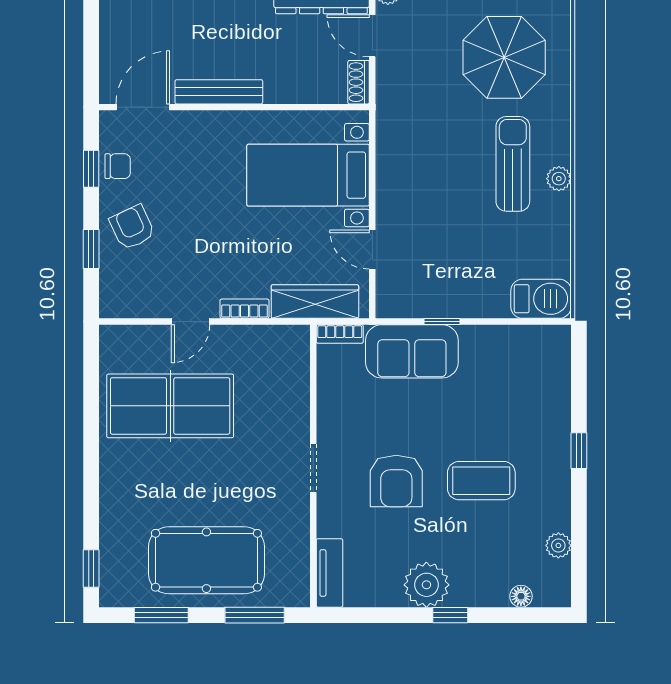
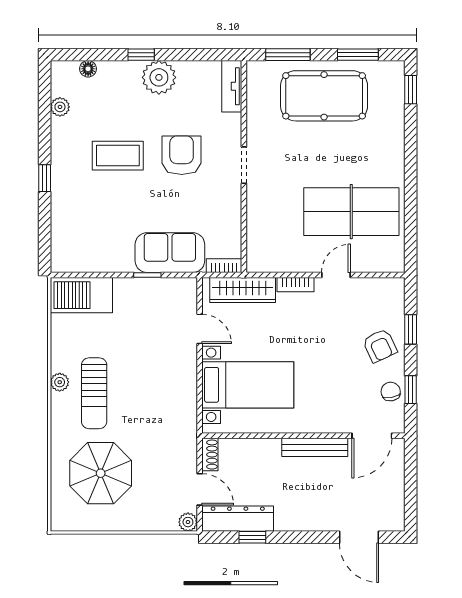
chair: (118, 166) -> (391, 392), turned 80
barbecue: (541, 299) -> (81, 295), width x1.37, depth x1.21

